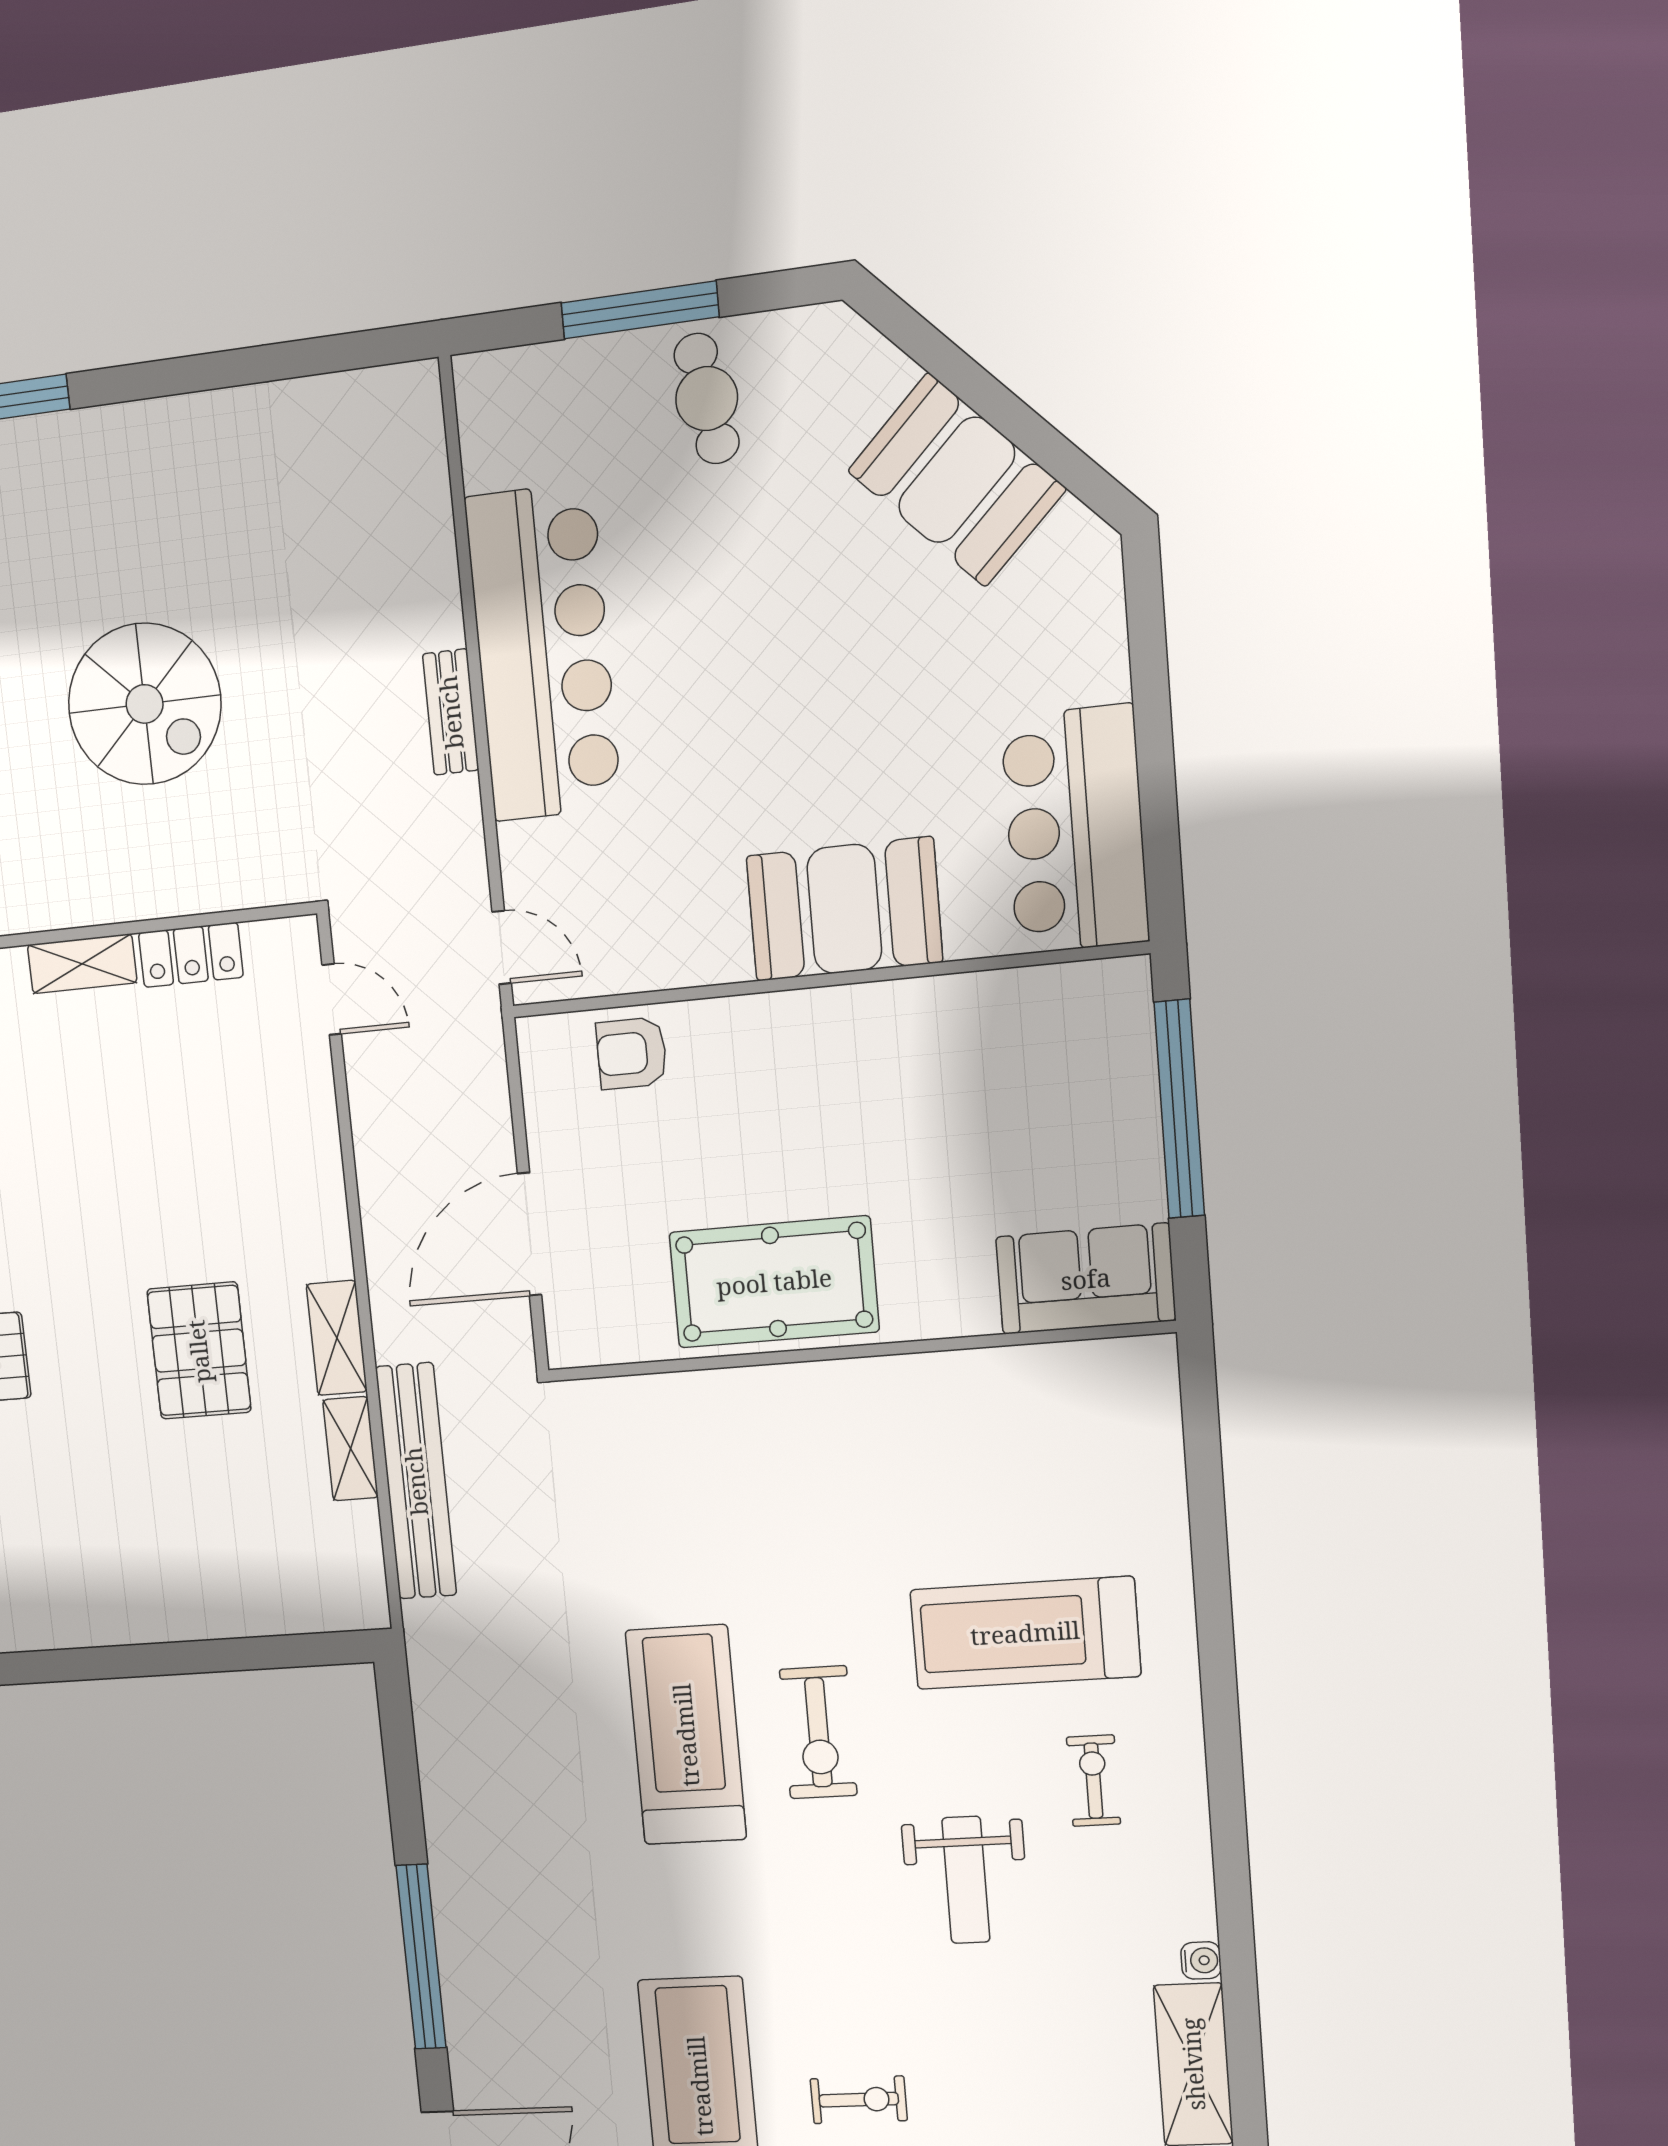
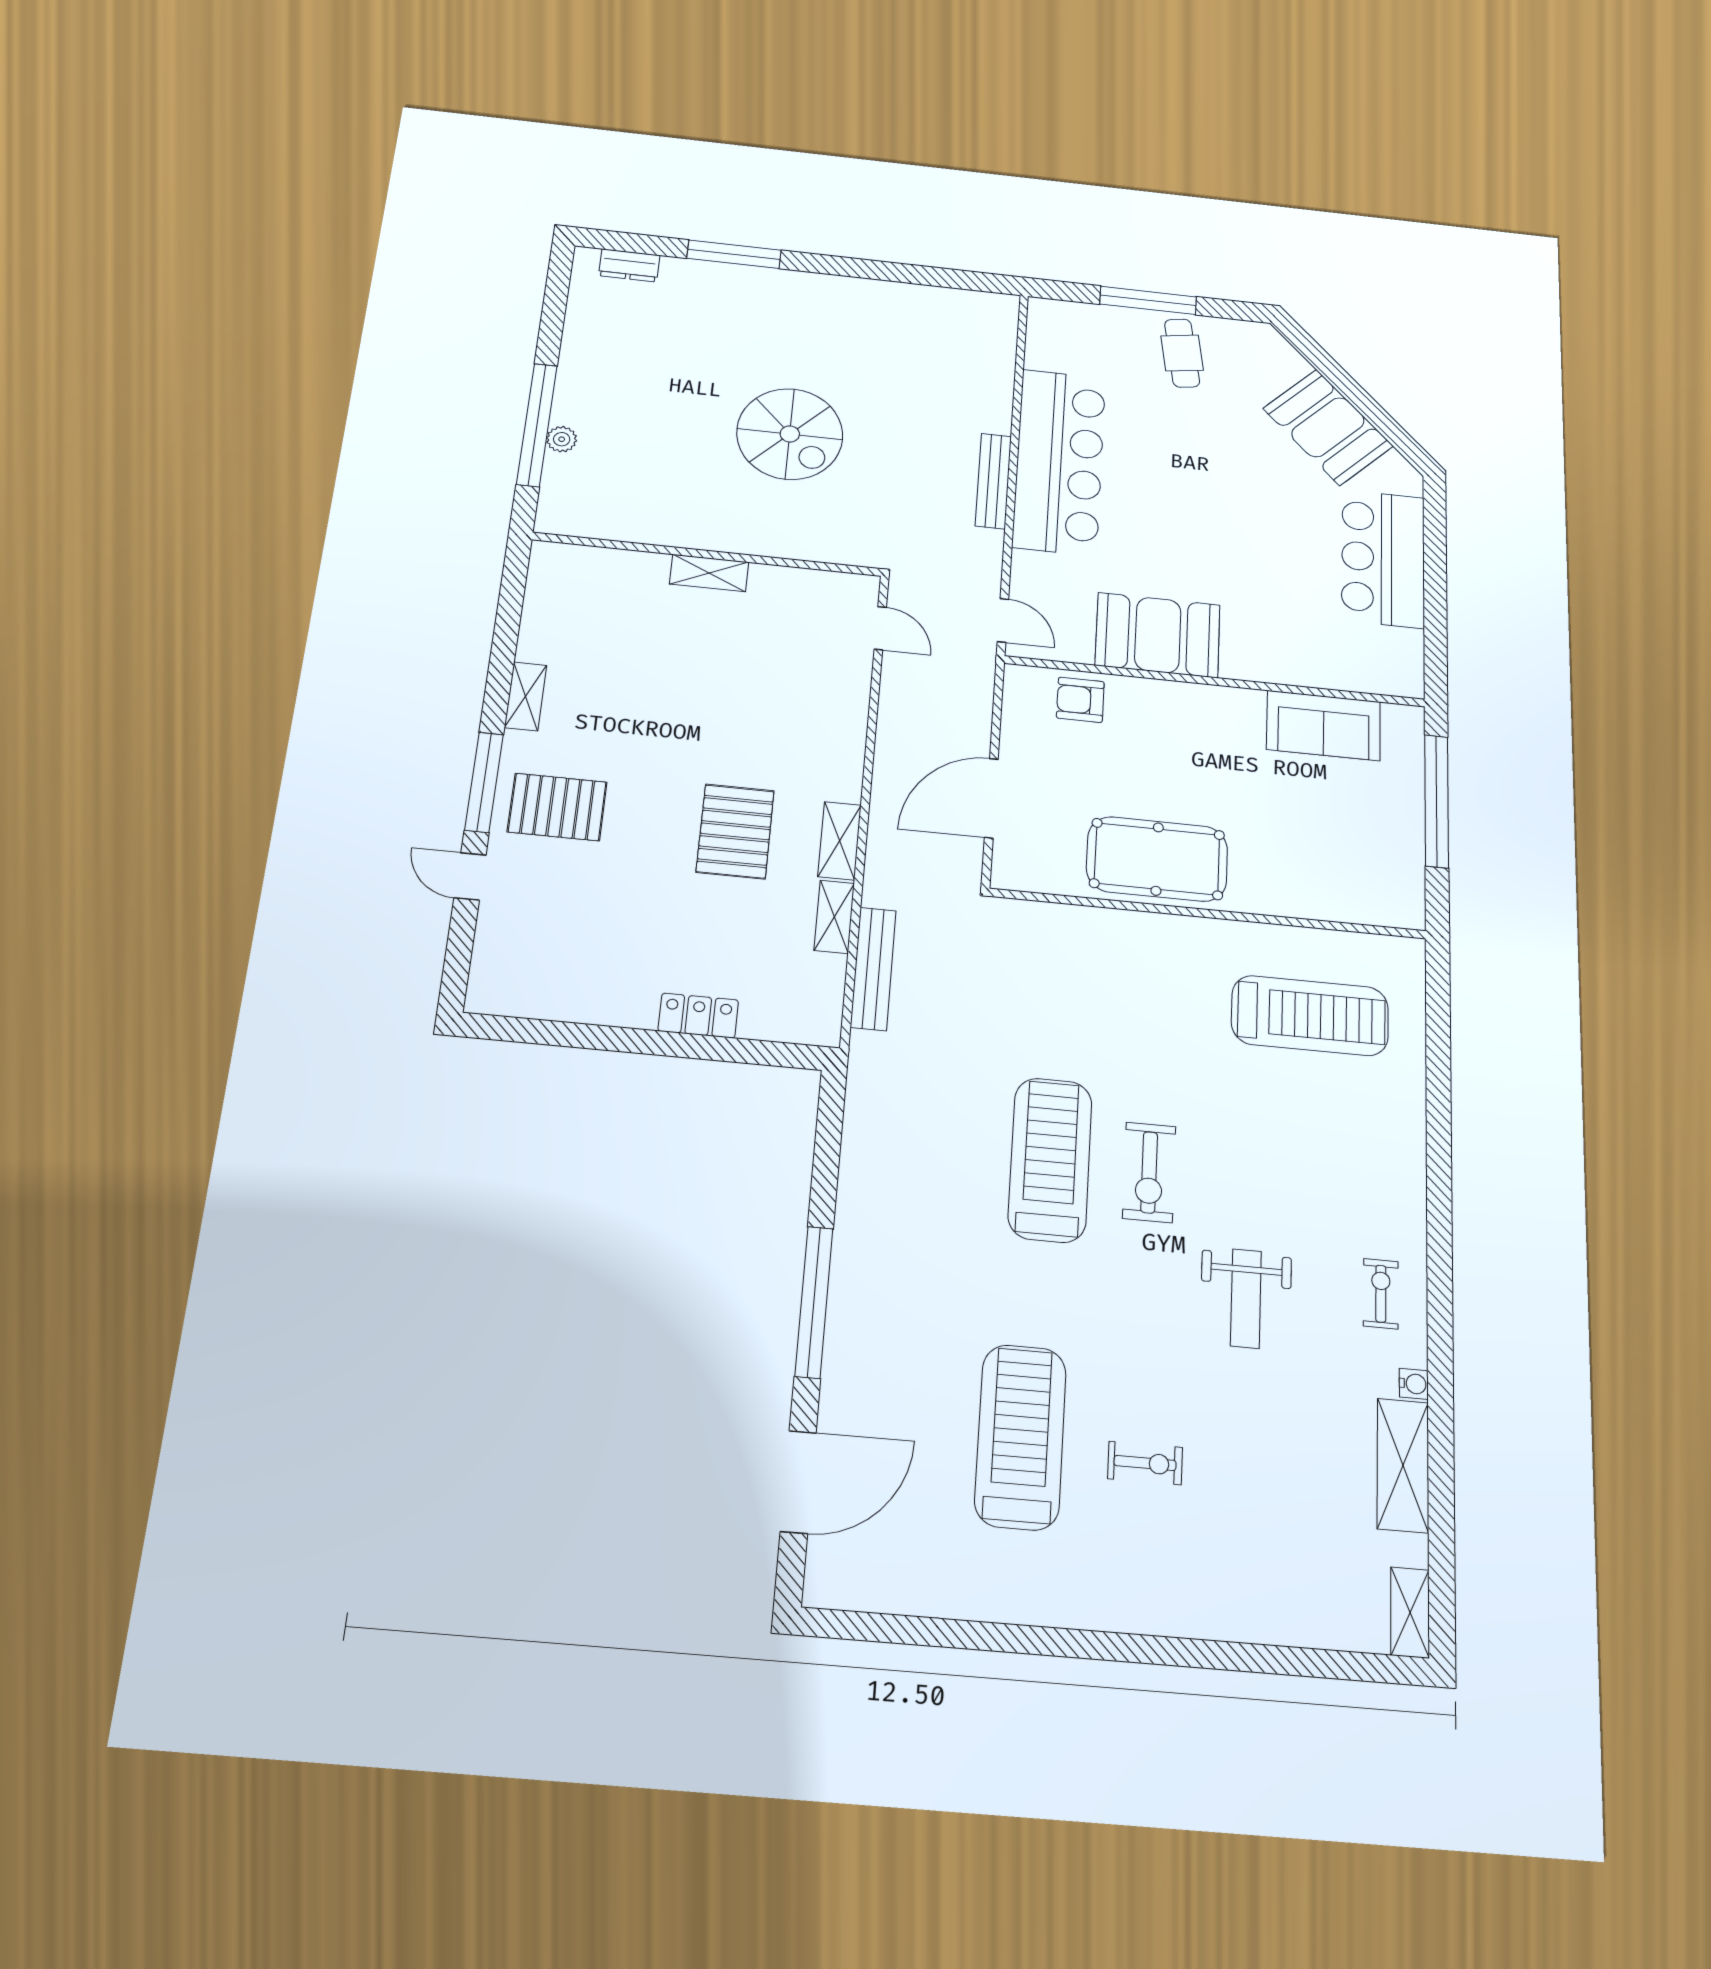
bench: (451, 712) -> (993, 481), width x1.36
bar counter: (1075, 830) -> (1383, 559), moved
booth: (844, 909) -> (1158, 635), moved
locker: (191, 955) -> (698, 1016), moved, turned 180
sofa: (1086, 1279) -> (1324, 726), moved, turned 180
bench: (416, 1481) -> (873, 969), width x0.73, depth x0.82
treadmill: (1025, 1633) -> (1310, 1016), moved, turned 180
exercise bike: (1093, 1781) -> (1381, 1294), moved

